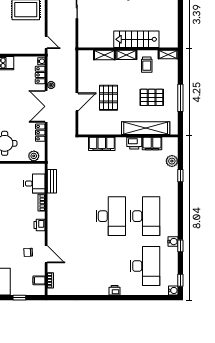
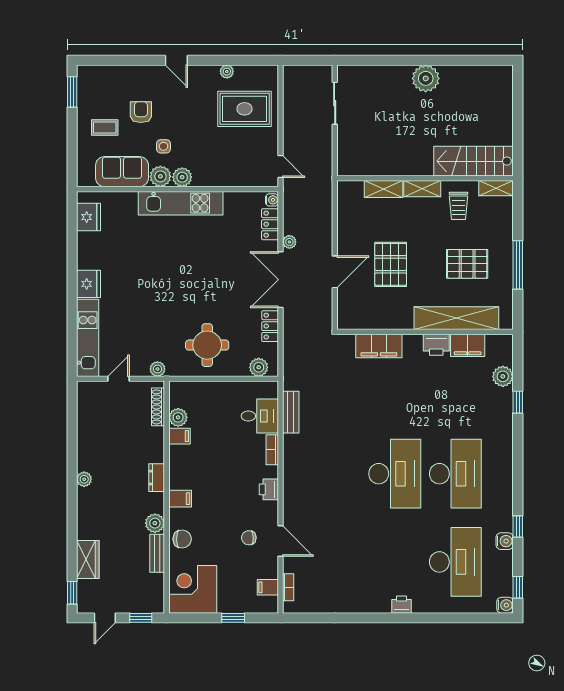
stairs: (136, 39) -> (474, 161), moved
water cooler: (173, 242) -> (505, 541), moved

